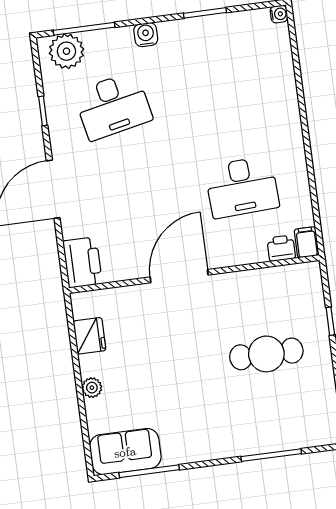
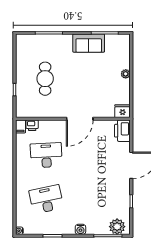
desk: (113, 106) -> (46, 199), moved
fridge: (89, 336) -> (123, 111), moved, turned 90
cafe table: (266, 354) -> (45, 79), turned 90
sofa: (125, 452) -> (89, 43), moved

